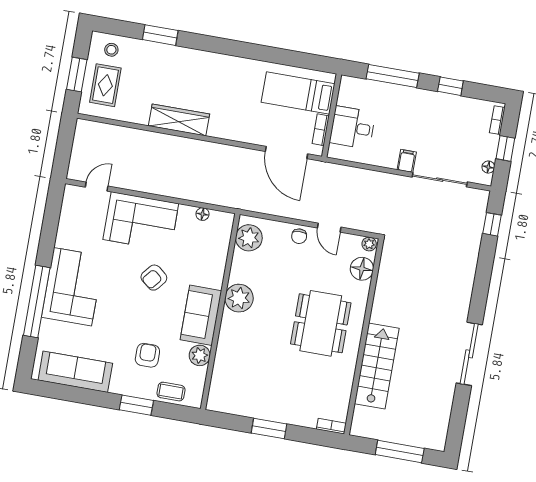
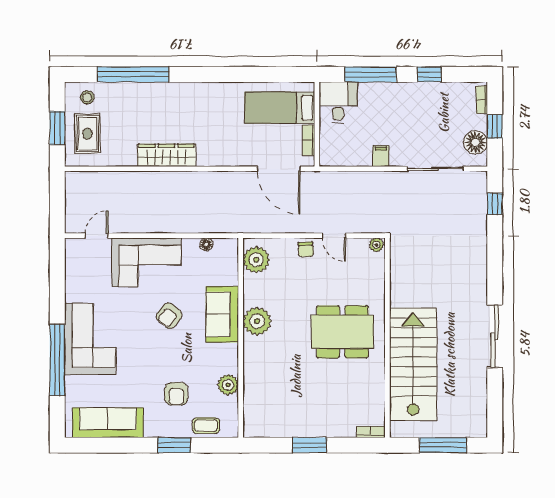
window: (160, 35) -> (133, 74), width x2.11
desk: (352, 128) -> (338, 102), moved, turned 90
filing cabinet: (407, 161) -> (381, 156), moved
floor lamp: (488, 167) -> (476, 142), width x1.89, depth x1.89
floor lamp: (362, 269) -> (374, 271), removed
sofa: (201, 315) -> (222, 314), moved
dining table: (321, 323) -> (342, 332), turned 90
armchair: (147, 355) -> (176, 394), turned 180
stairs: (377, 366) -> (413, 364), width x1.36, depth x1.51

